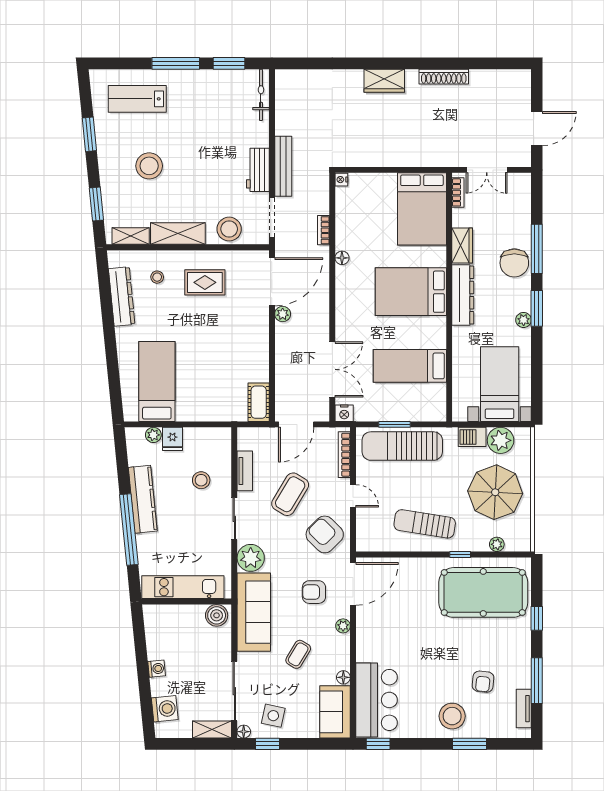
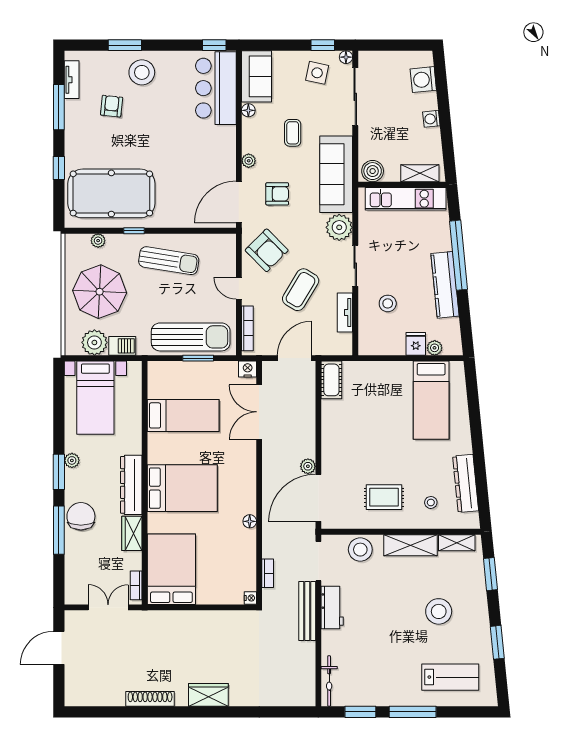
bookcase: (324, 230) -> (268, 573), moved
coffee table: (298, 654) -> (293, 133), turned -31
shelving: (212, 730) -> (420, 173), moved

